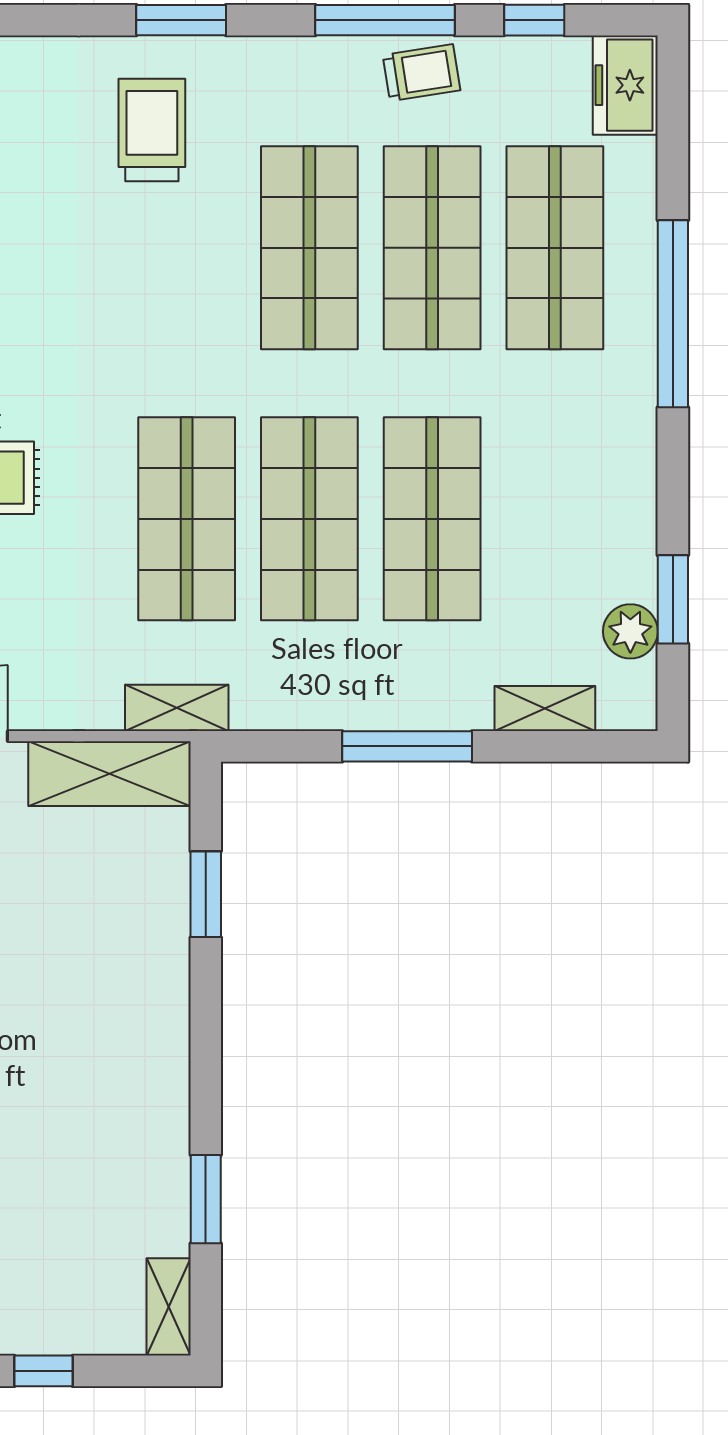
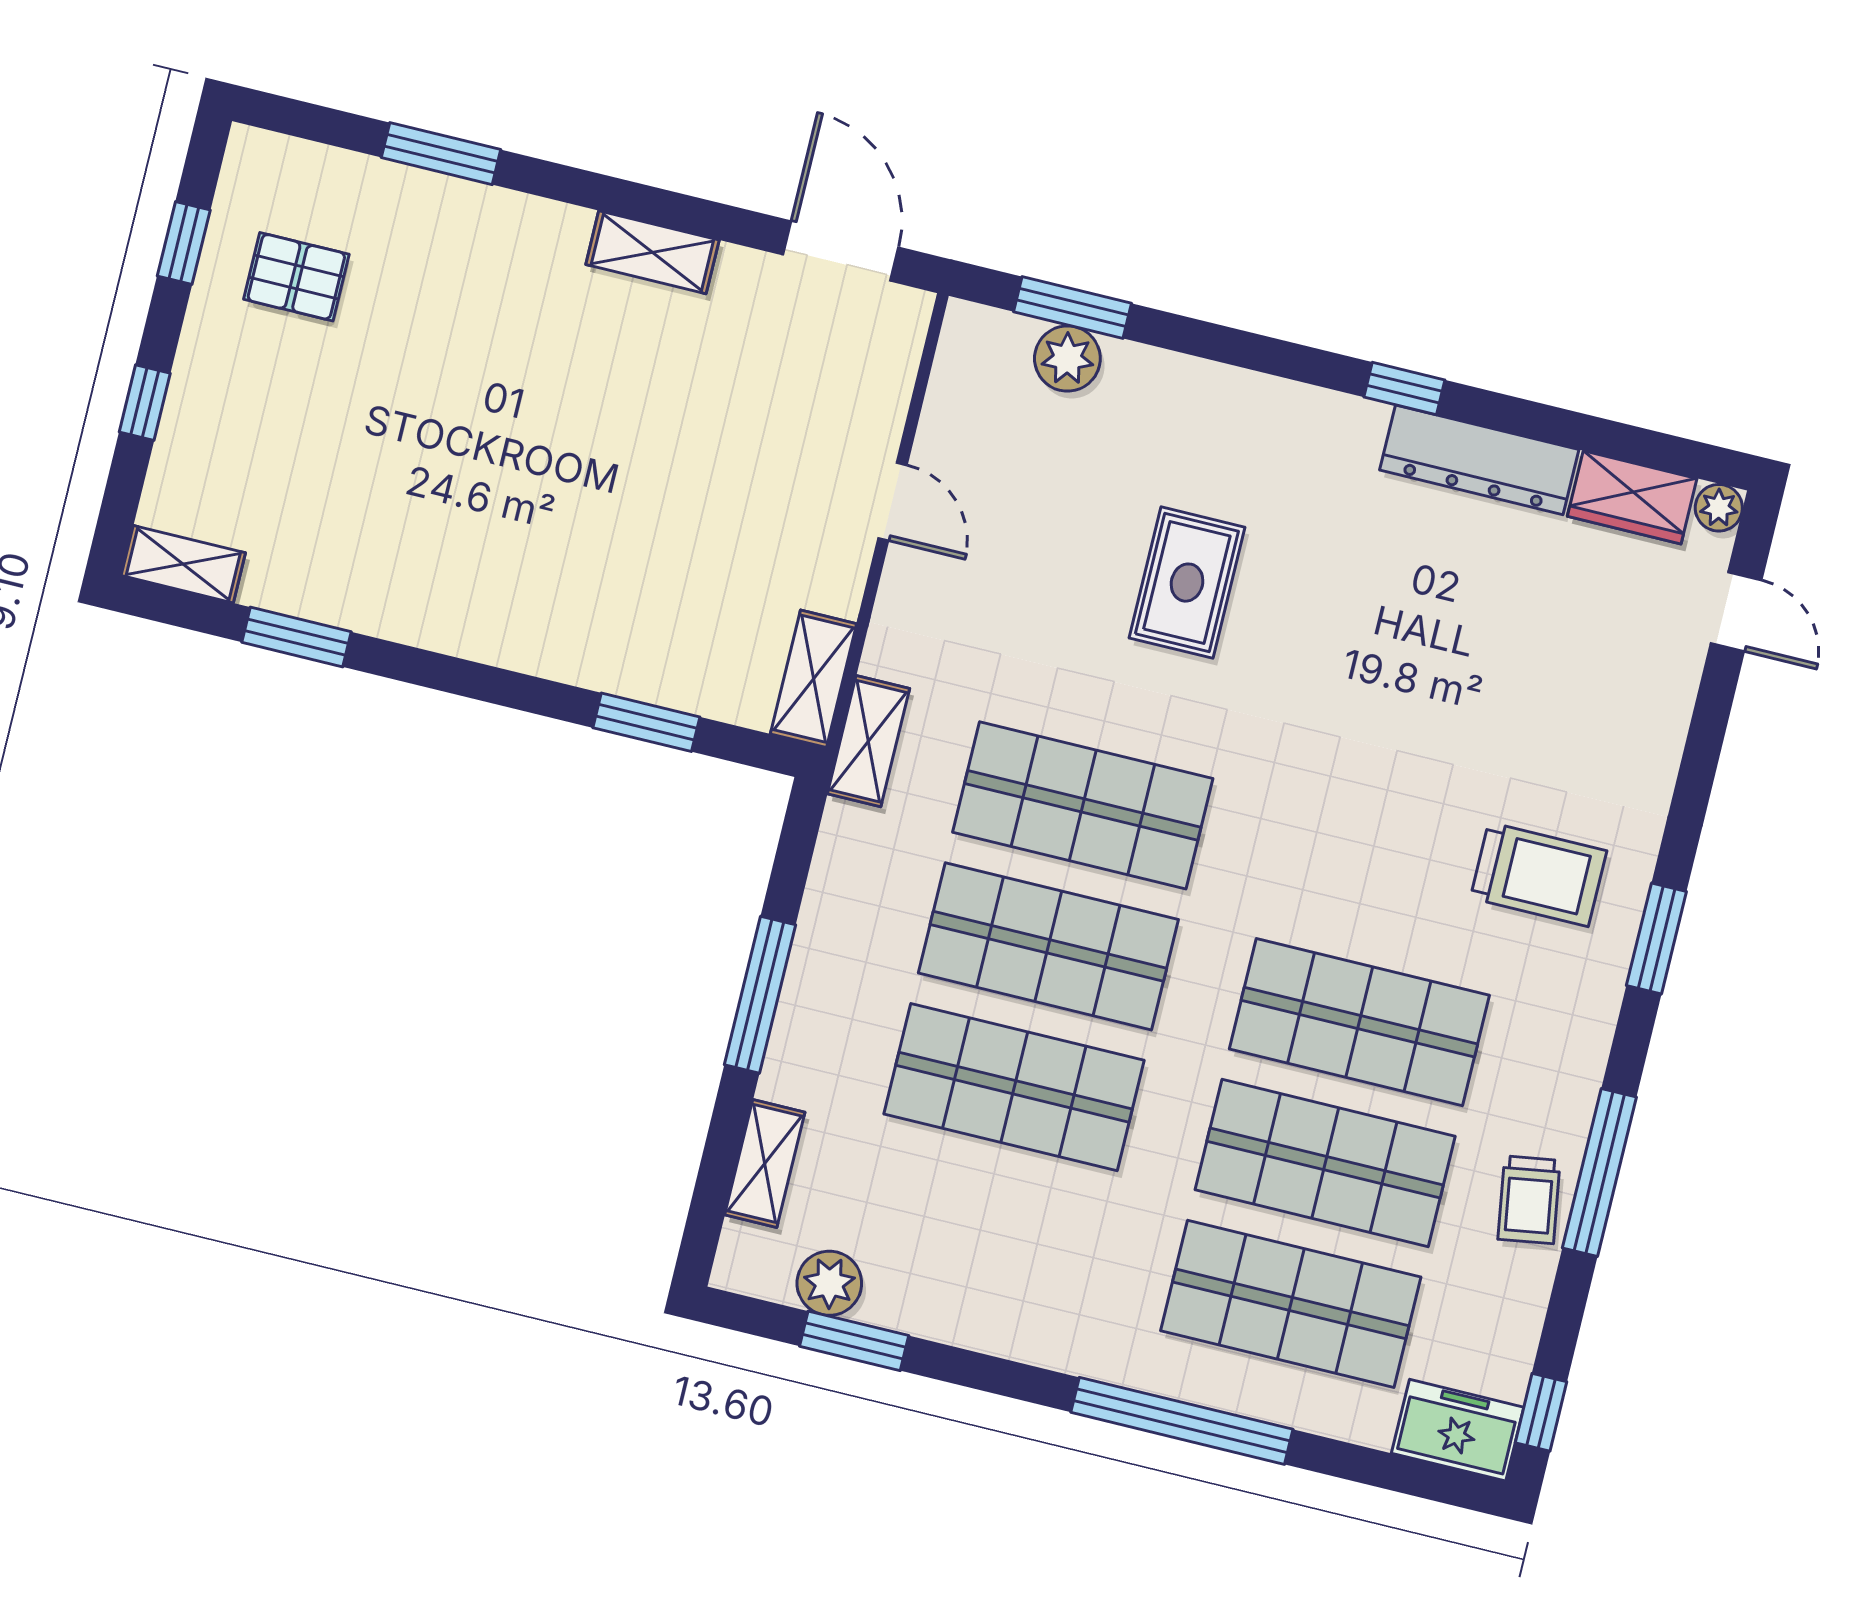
window: (534, 20) -> (1541, 1412), moved
shelving: (109, 774) -> (814, 679), width x0.67, depth x0.75

